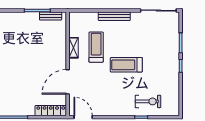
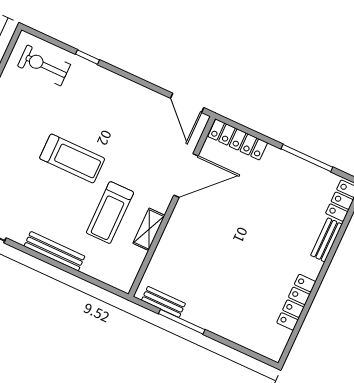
exercise bike: (148, 101) -> (44, 65), moved

